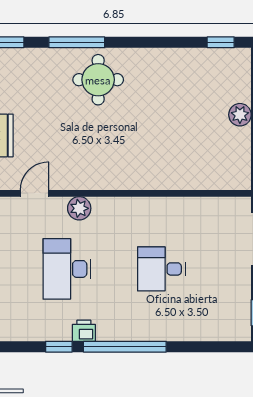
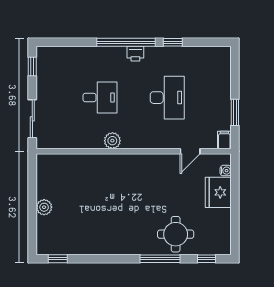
round table: (98, 80) -> (176, 234), moved
plant: (79, 208) -> (112, 141), moved
printer: (84, 331) -> (135, 54), moved

